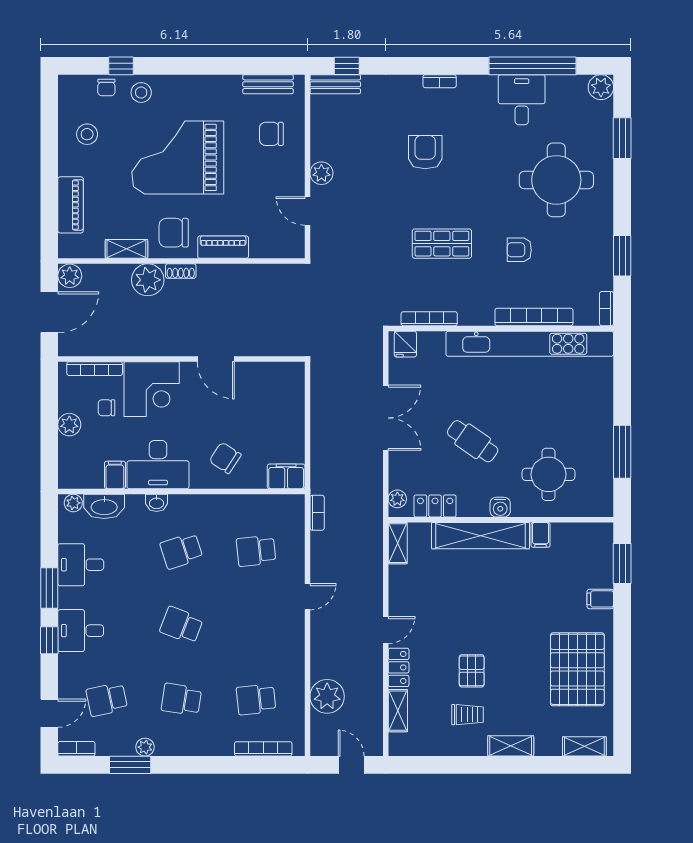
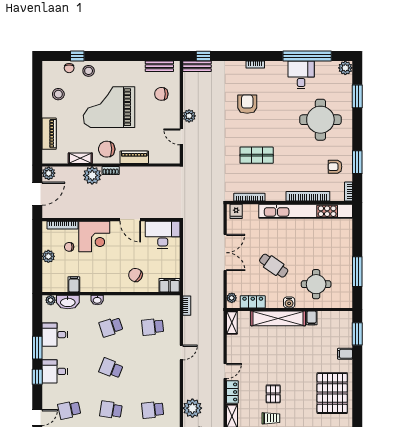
armchair: (519, 250) -> (335, 167), moved
desk: (158, 465) -> (163, 235), moved, turned 180

